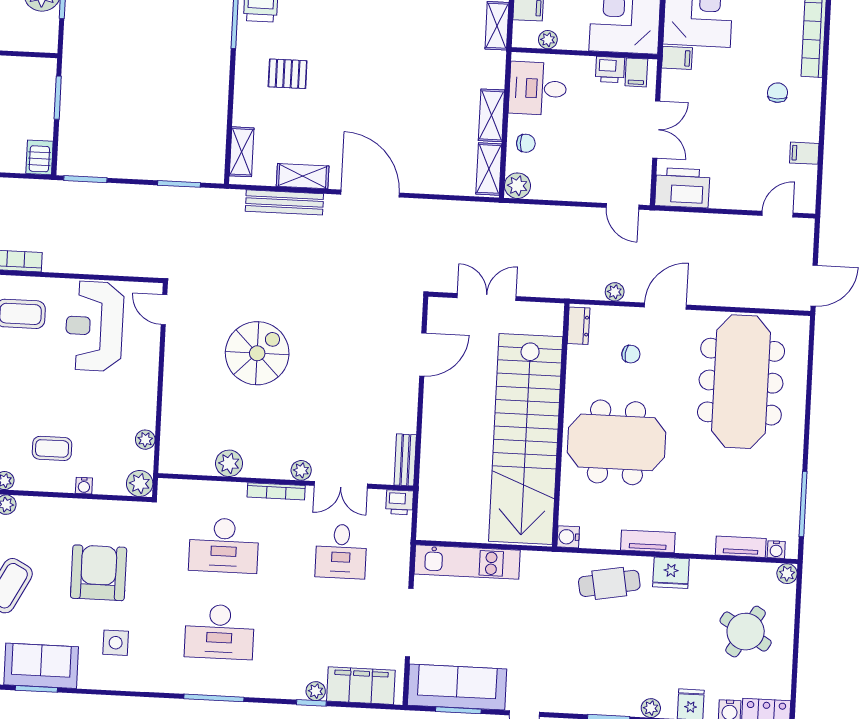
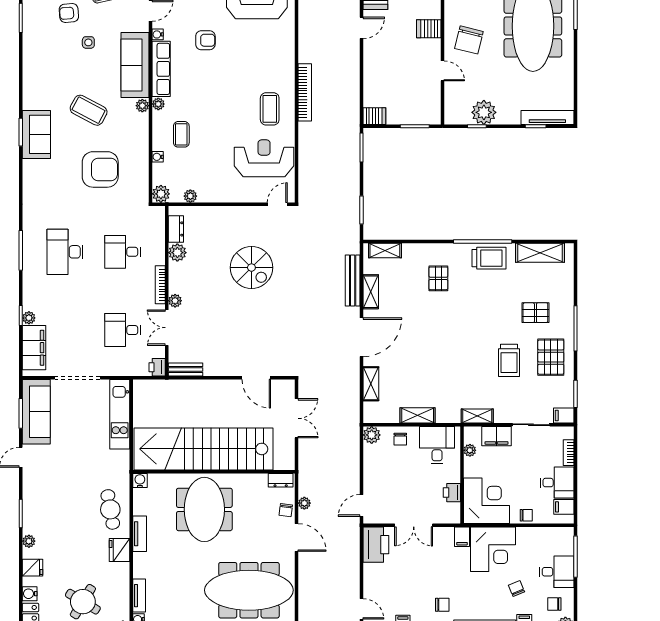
filing cabinet: (636, 72) -> (451, 510), removed
shelving: (489, 169) -> (371, 384), moved, turned 90
chair: (631, 354) -> (286, 510), moved
dresser: (194, 464) -> (176, 229), added
desk: (224, 545) -> (123, 252), width x0.73
side table: (116, 643) -> (54, 183), removed

